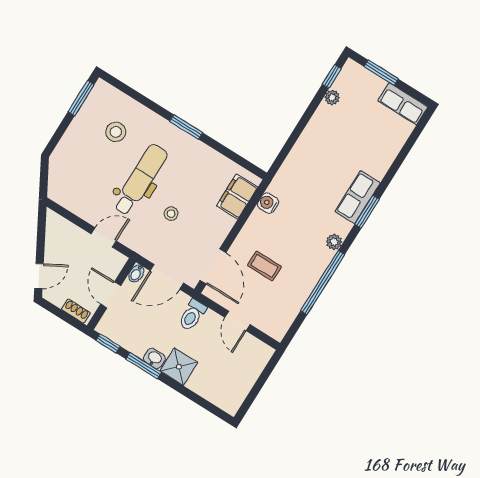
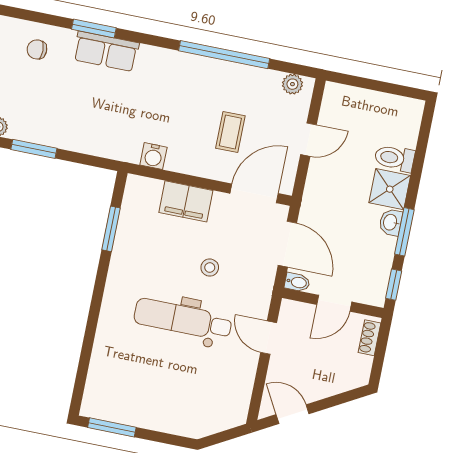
window: (306, 118) -> (34, 149), added
window: (186, 127) -> (111, 229), moved
stool: (116, 132) -> (137, 371), removed
chair: (378, 147) -> (37, 49), added
filing cabinet: (237, 196) -> (186, 201), moved
window: (367, 212) -> (94, 28), moved
plant: (334, 242) -> (292, 84), moved
door: (39, 276) -> (293, 414), moved
toilet: (192, 315) -> (394, 158), moved, turned 180

